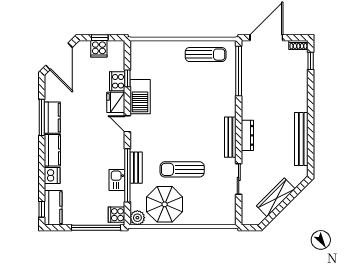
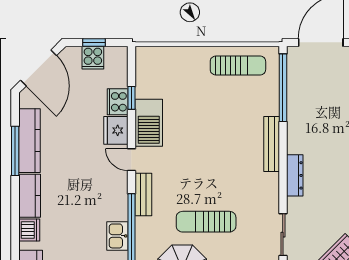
kitchen counter: (52, 118) -> (29, 141), width x1.50
bench: (230, 137) -> (272, 144), moved
bench: (136, 168) -> (143, 194), moved

